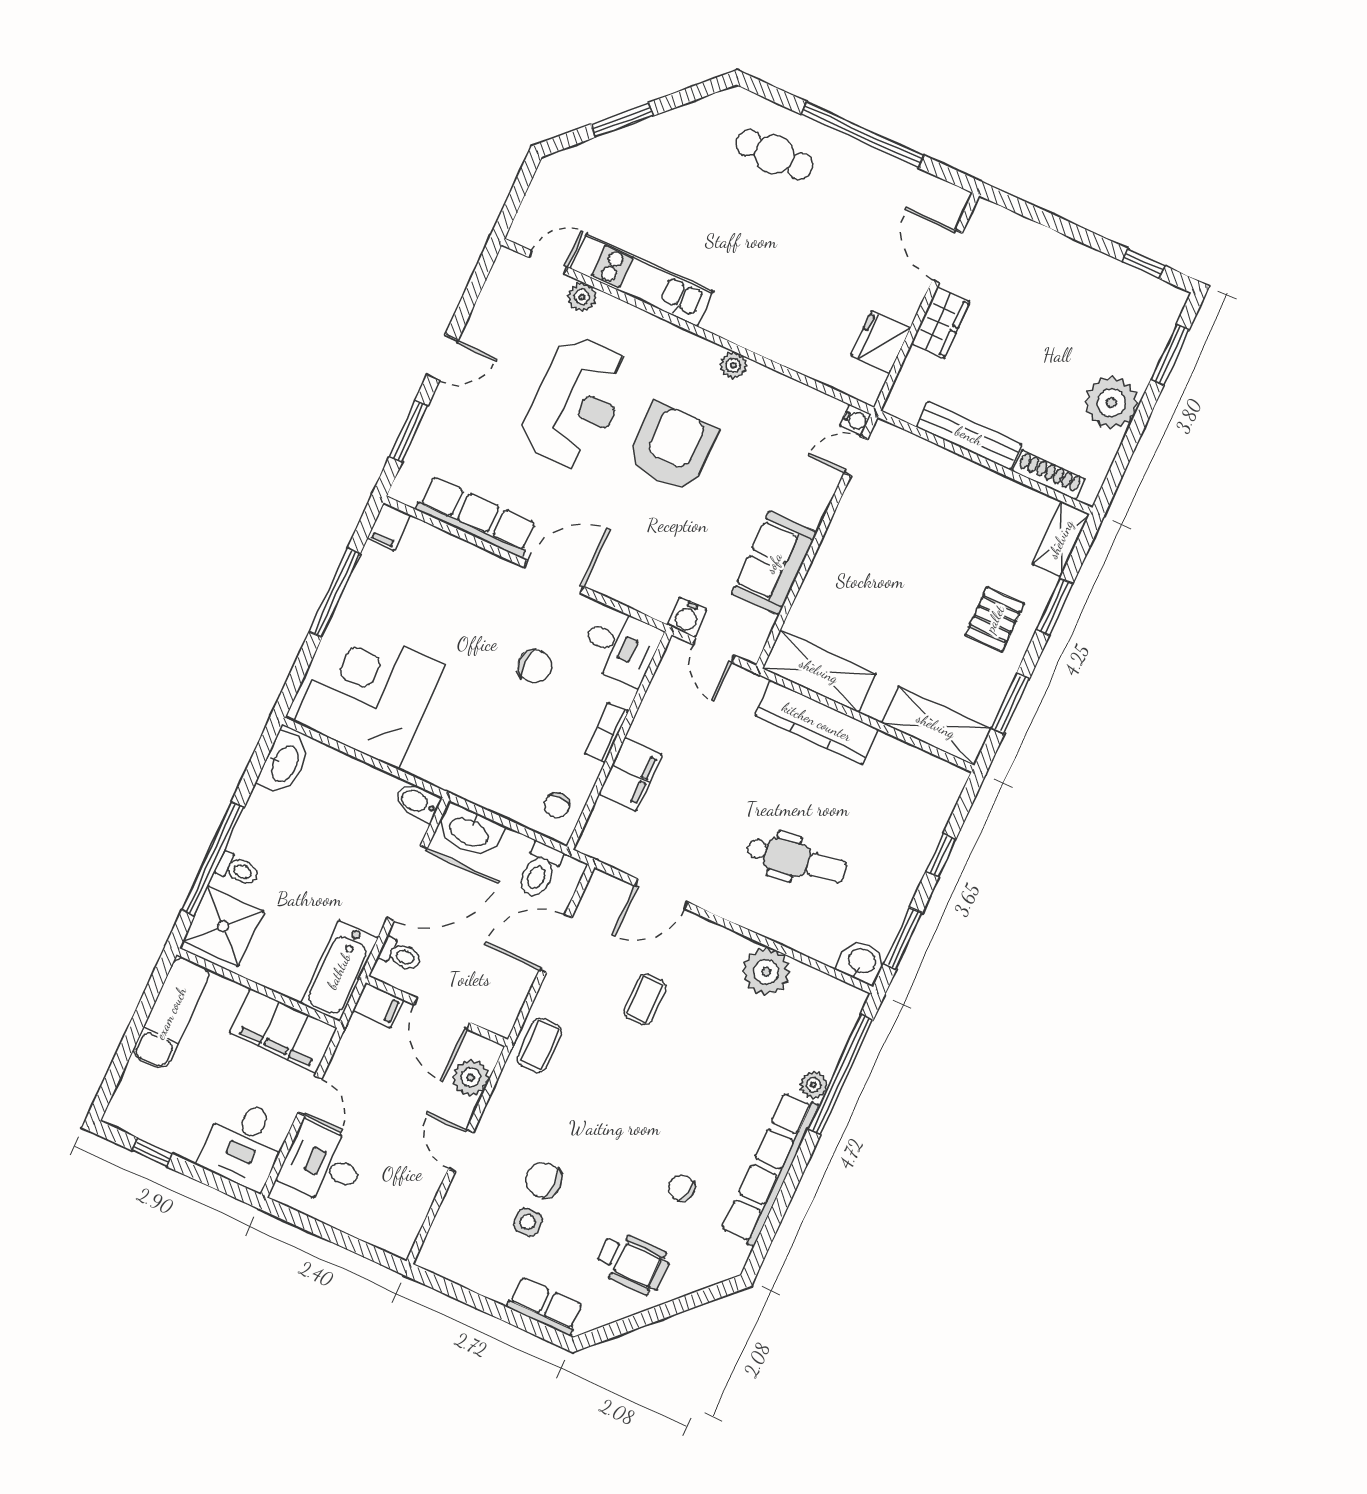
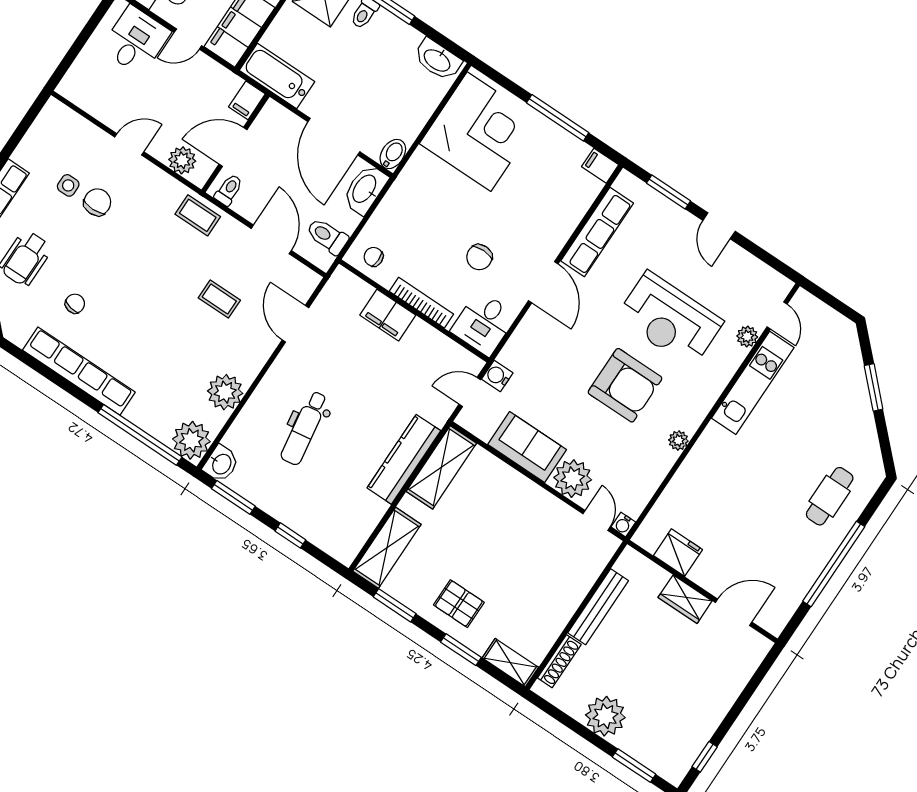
plant: (806, 496) -> (573, 479), added
bookcase: (607, 733) -> (421, 303), width x1.56
toilet: (400, 955) -> (229, 190), moved, turned 180
plant: (814, 1085) -> (191, 440), moved, width x1.87, depth x1.87

